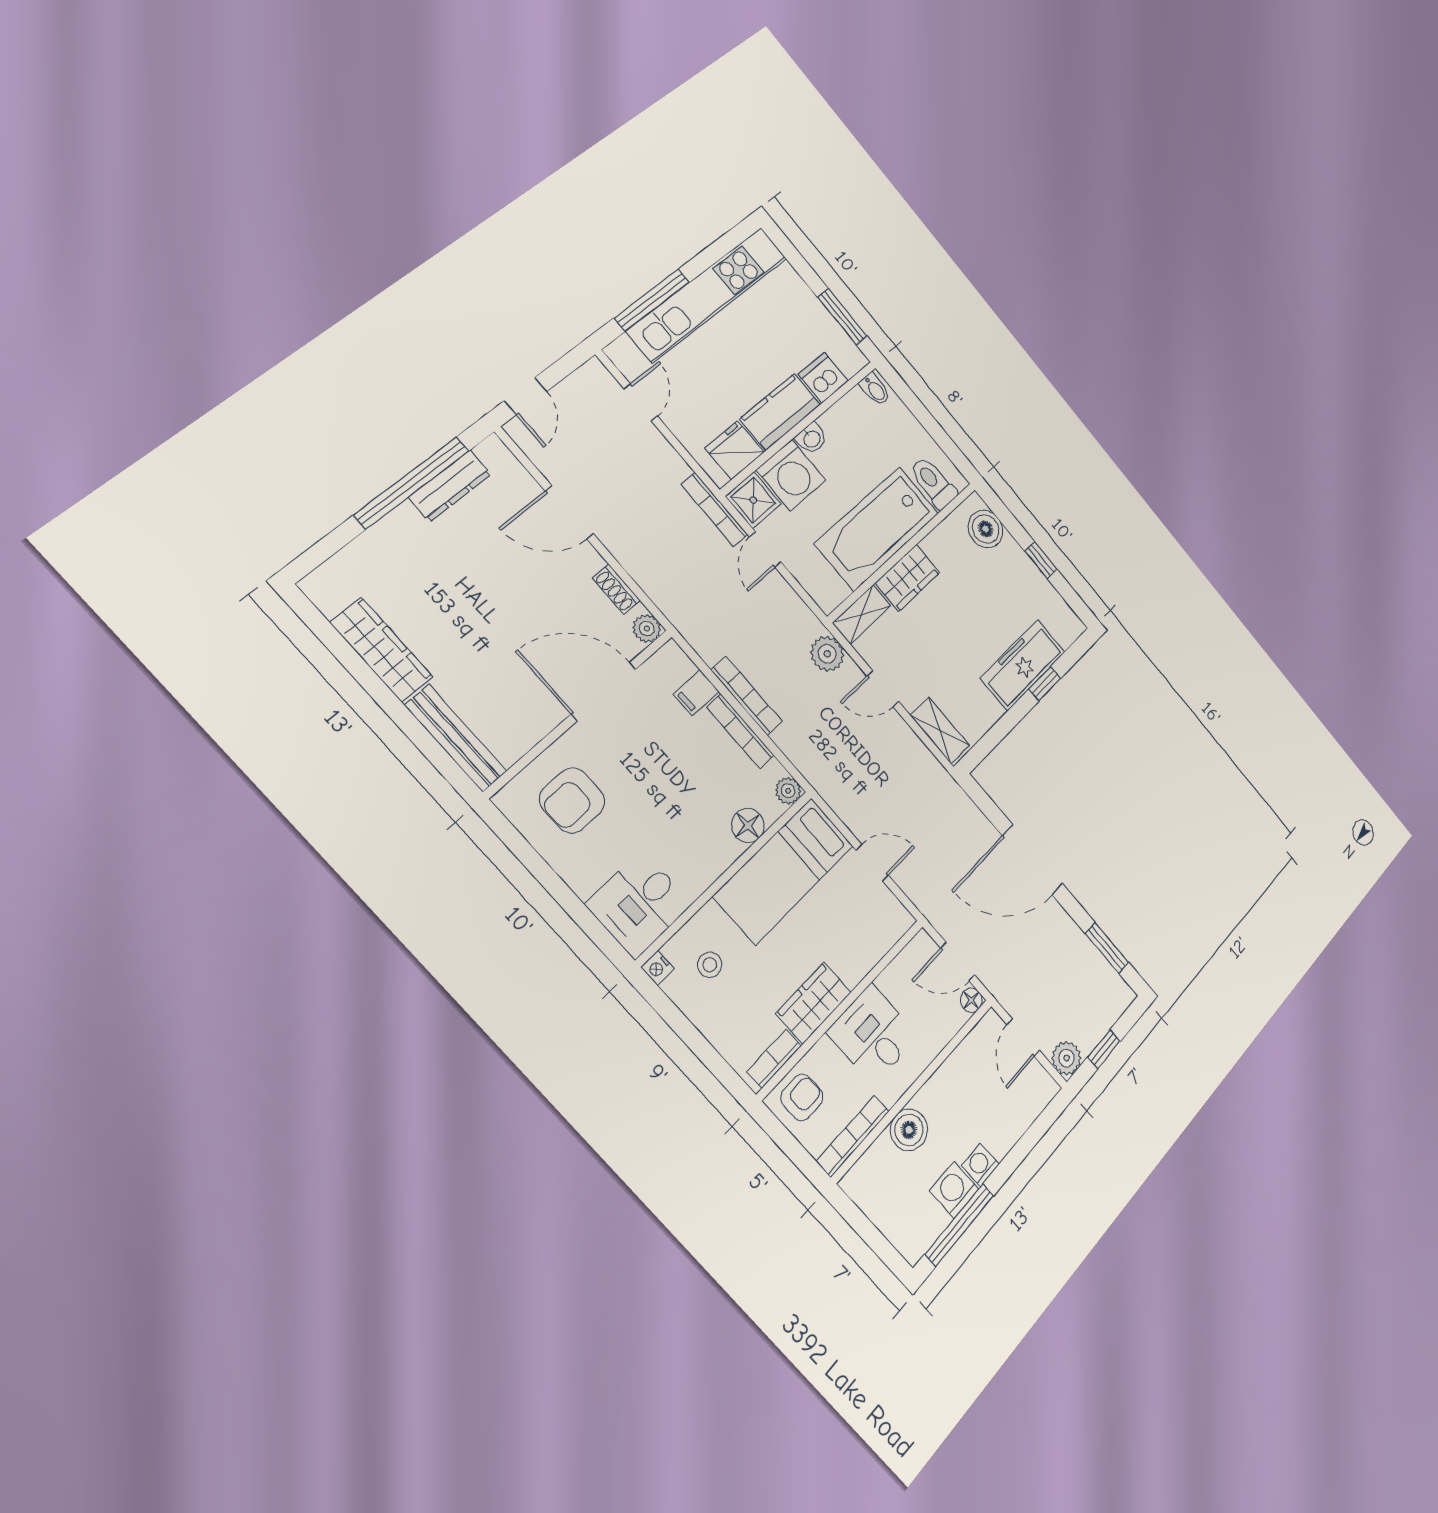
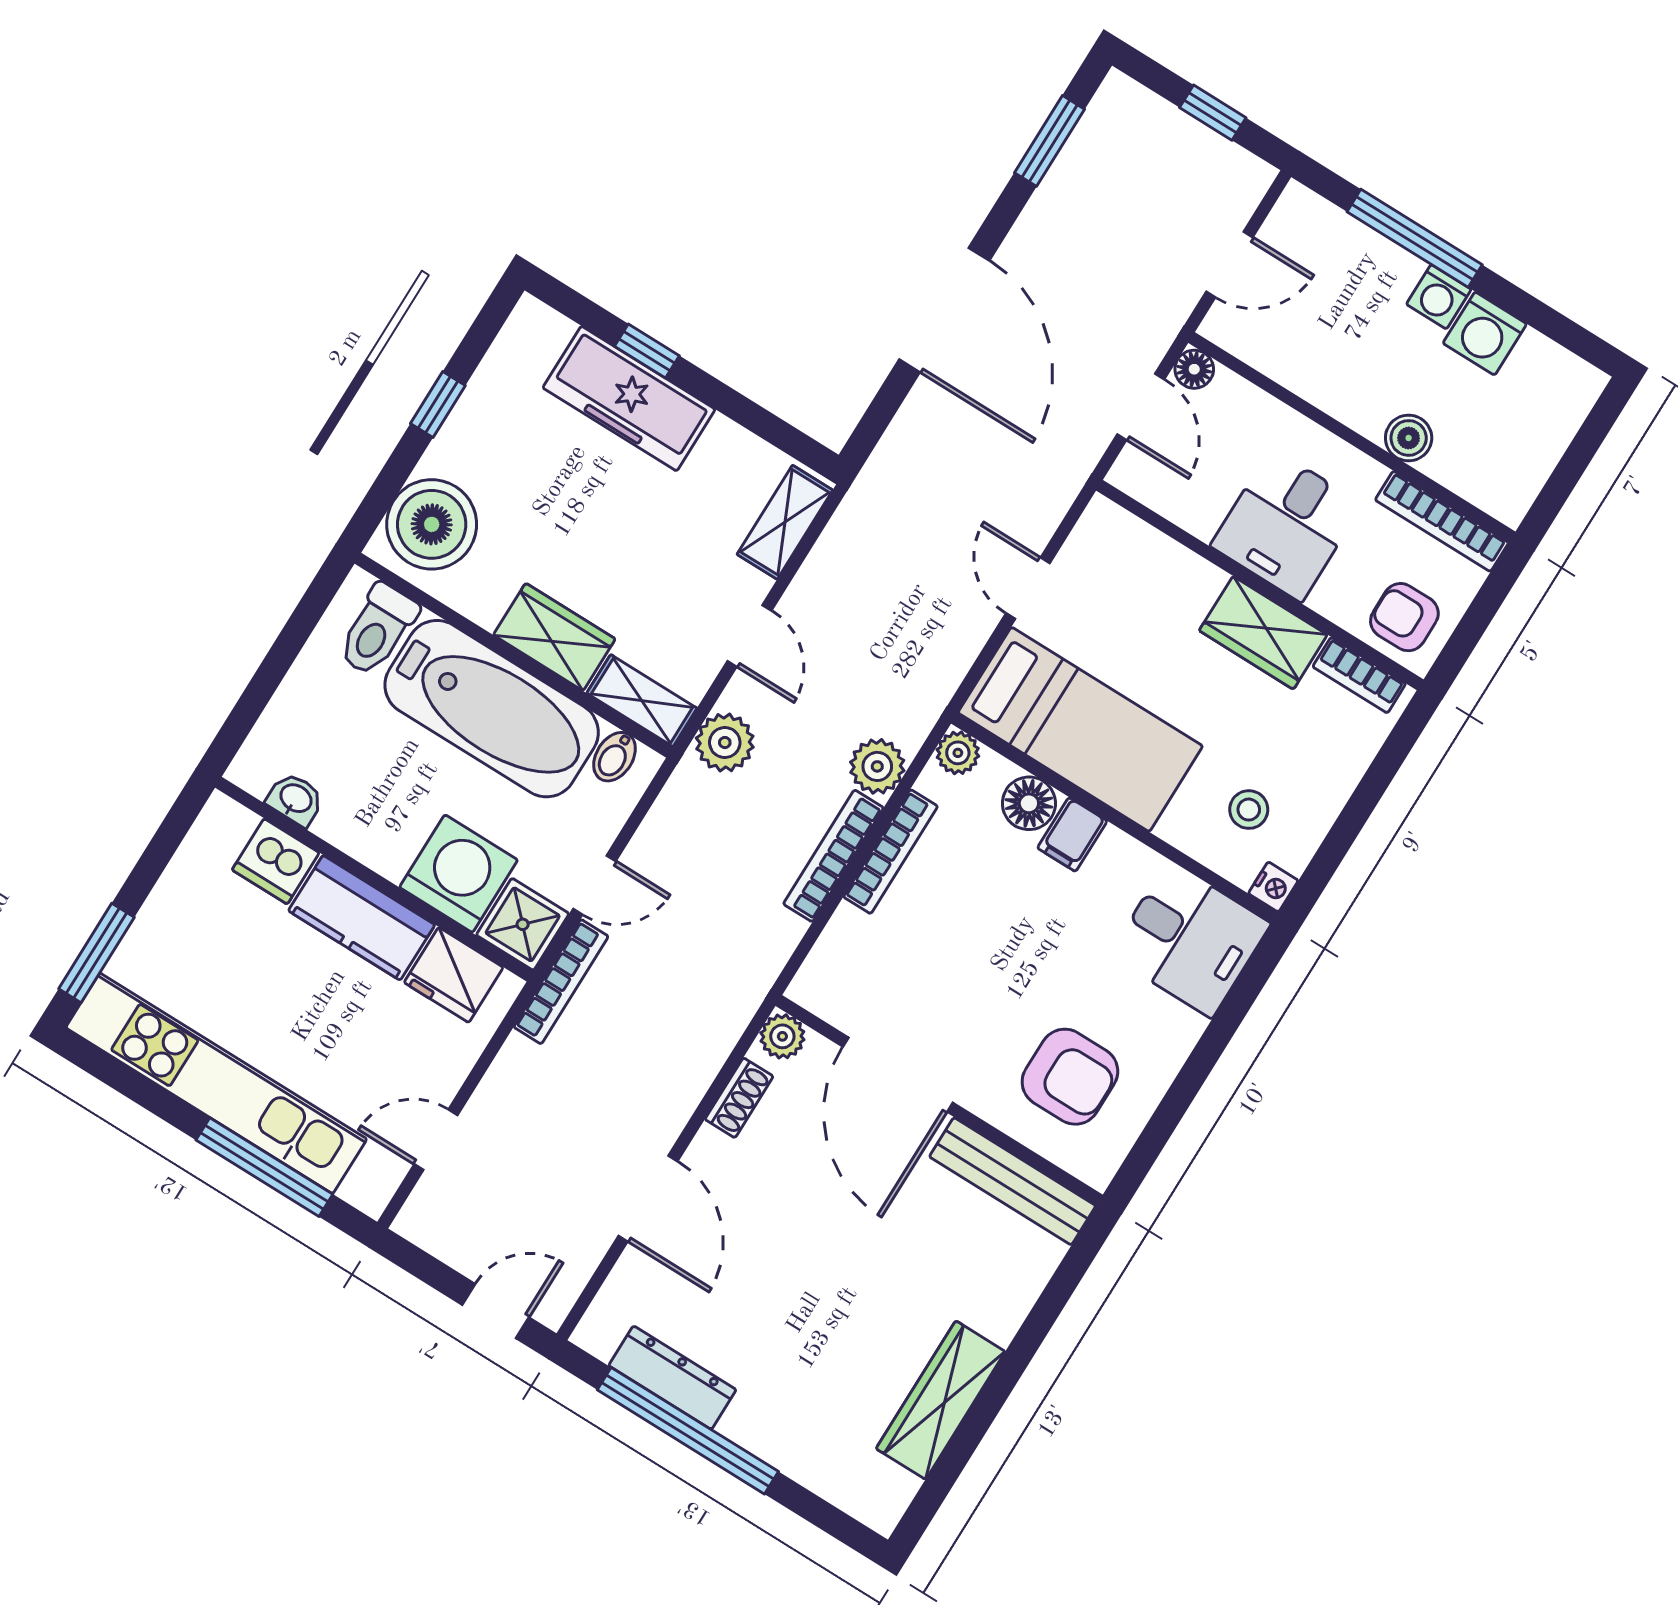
window: (842, 317) -> (96, 953), moved
bidet: (875, 389) -> (615, 757), moved, turned 180
washbasin: (812, 439) -> (295, 799), moved
boiler: (986, 529) -> (432, 524), width x1.37, depth x1.37
filing cabinet: (696, 693) -> (1072, 835), moved, turned 90
bench: (456, 738) -> (1013, 1181), moved, turned 90
plant: (1066, 1058) -> (877, 766), moved
boiler: (909, 1130) -> (1409, 438), width x0.73, depth x0.73
window: (959, 1225) -> (1415, 238), moved

